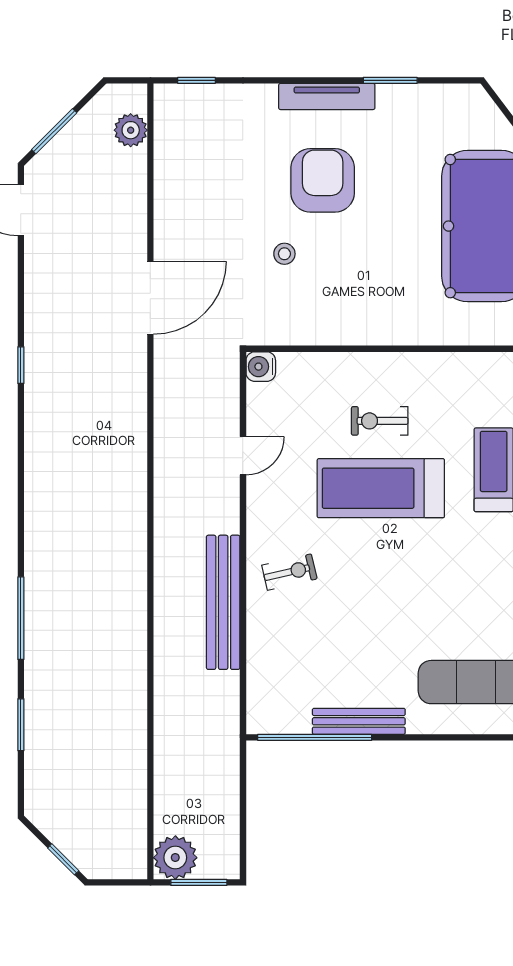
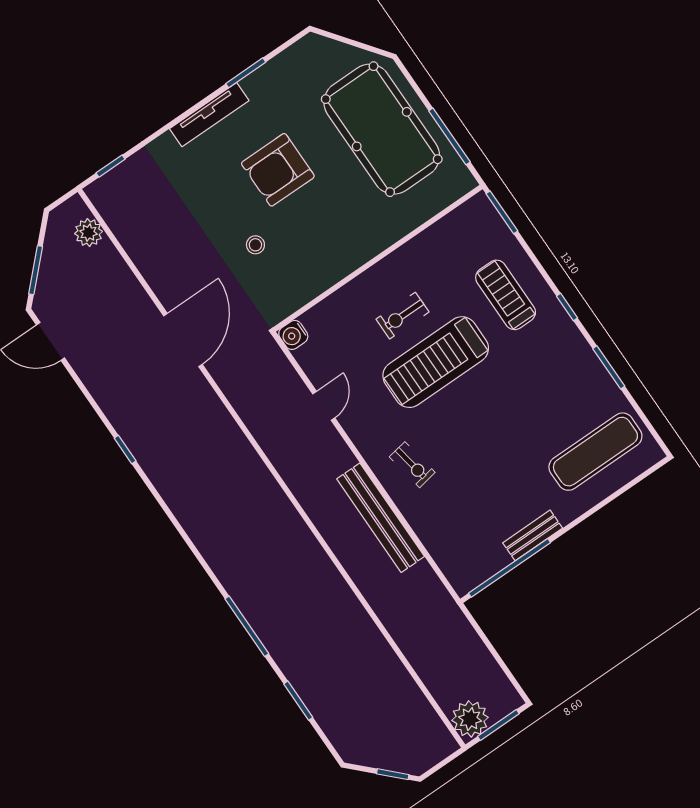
armchair: (323, 180) -> (278, 170), moved, turned -90
exercise bike: (289, 572) -> (412, 465), turned 93
bench: (359, 721) -> (533, 535), width x0.73

